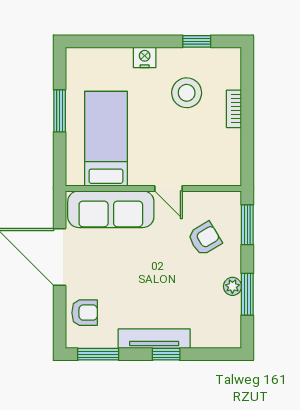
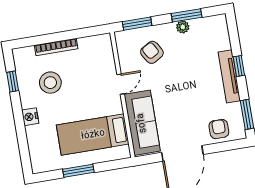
bookcase: (234, 109) -> (56, 47), width x1.56

